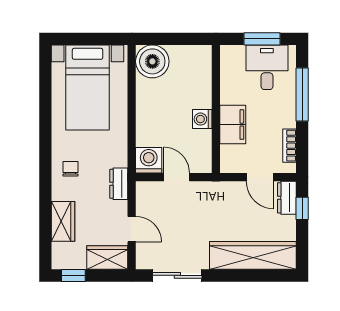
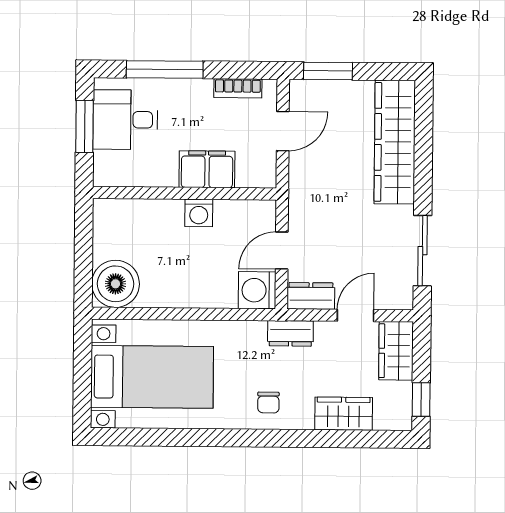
chair: (70, 169) -> (268, 402), turned -90
dresser: (287, 198) -> (311, 296), moved, turned 180
window: (302, 208) -> (328, 71), width x1.50

